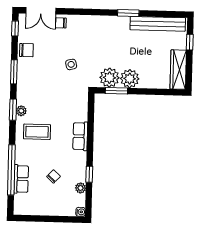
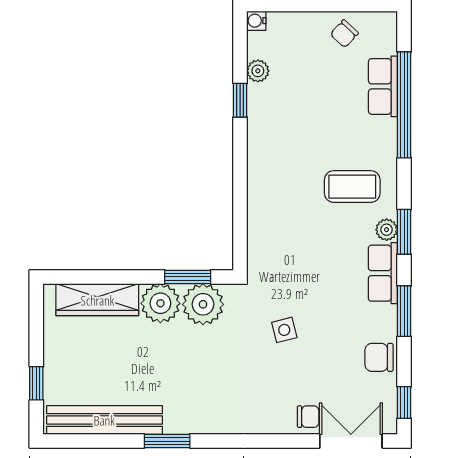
wardrobe: (178, 70) -> (97, 300), moved, turned 90
row of seats: (80, 136) -> (383, 273), moved, turned 180
chair: (54, 176) -> (344, 34), moved

